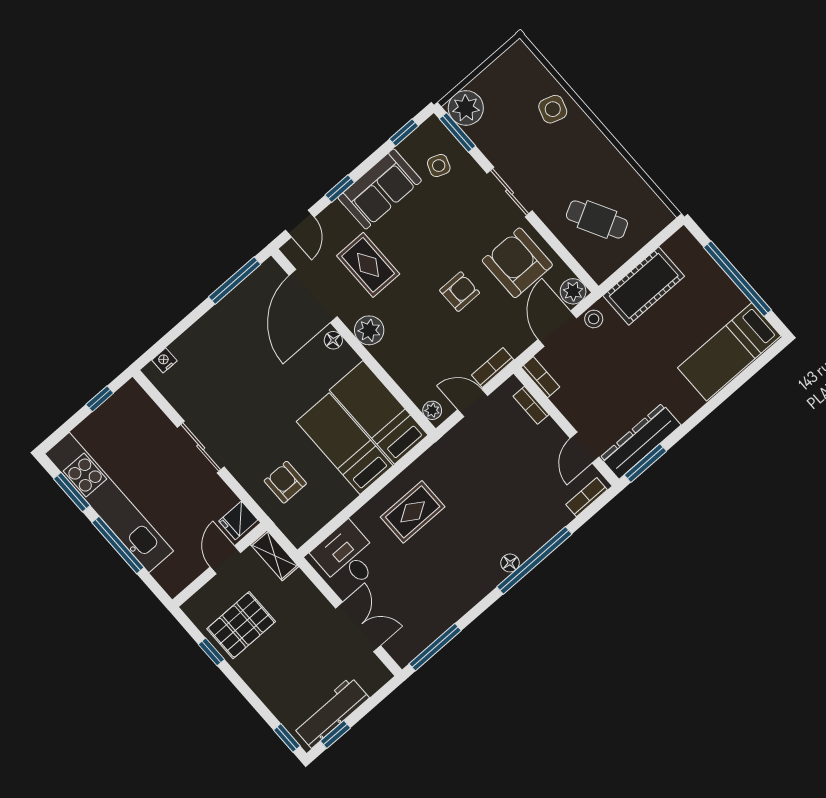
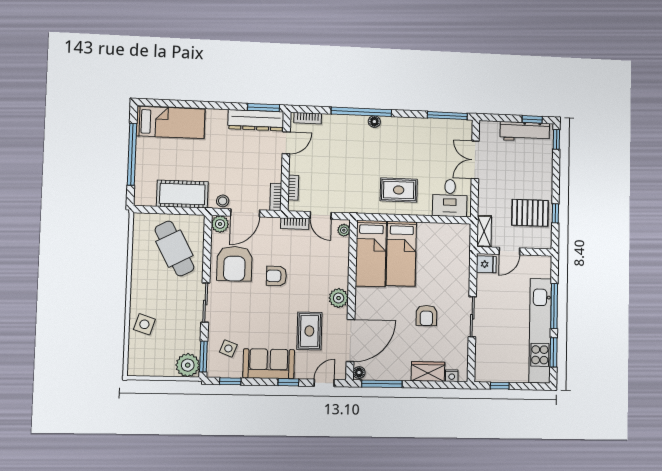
cafe table: (597, 219) -> (174, 249), width x1.37, depth x1.35
floor lamp: (333, 340) -> (359, 373), moved
wardrobe: (196, 341) -> (428, 371), added
armchair: (285, 482) -> (426, 315), moved

